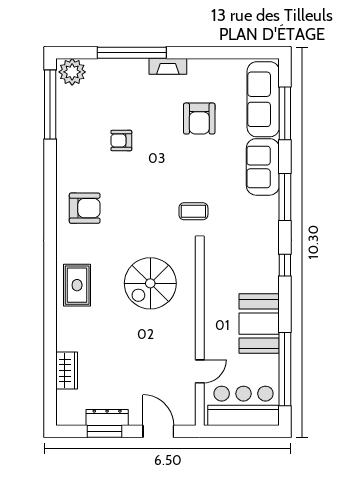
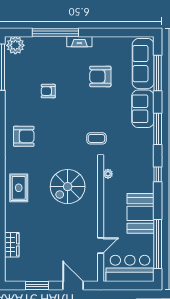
armchair: (199, 119) -> (100, 76), turned 90
plant: (211, 264) -> (108, 174), added
dresser: (107, 418) -> (39, 276), removed

